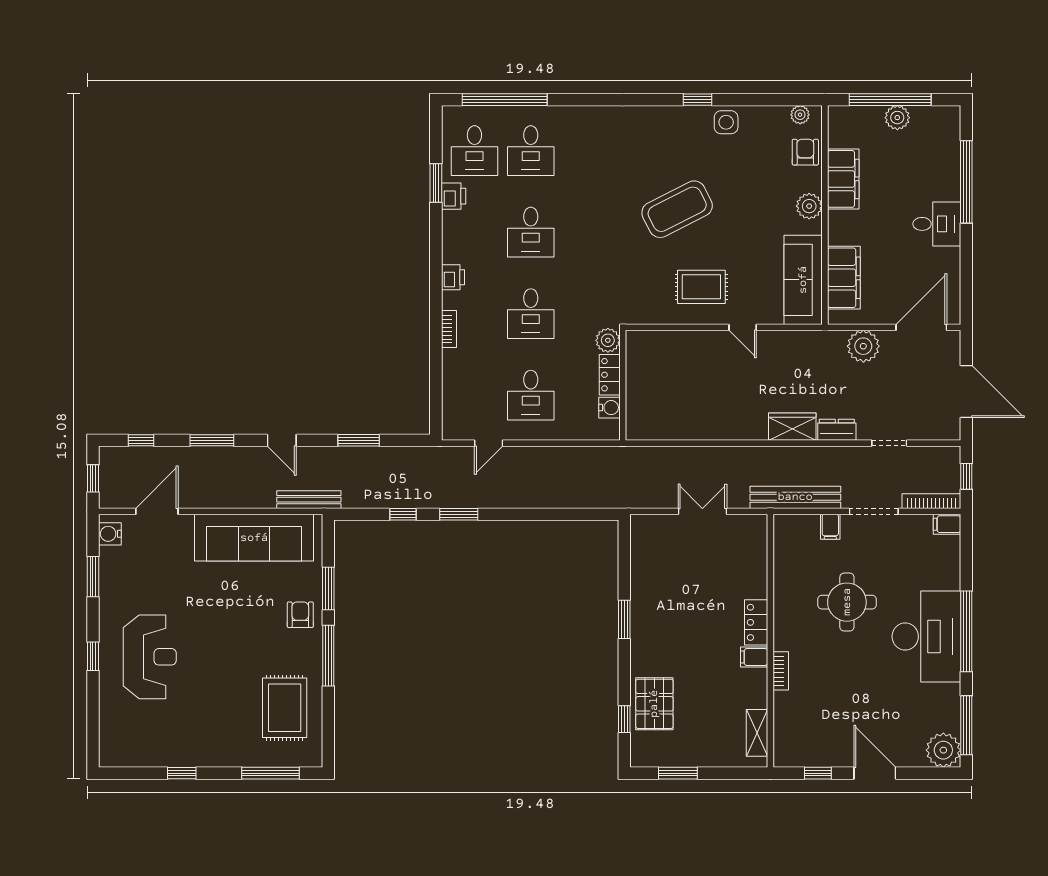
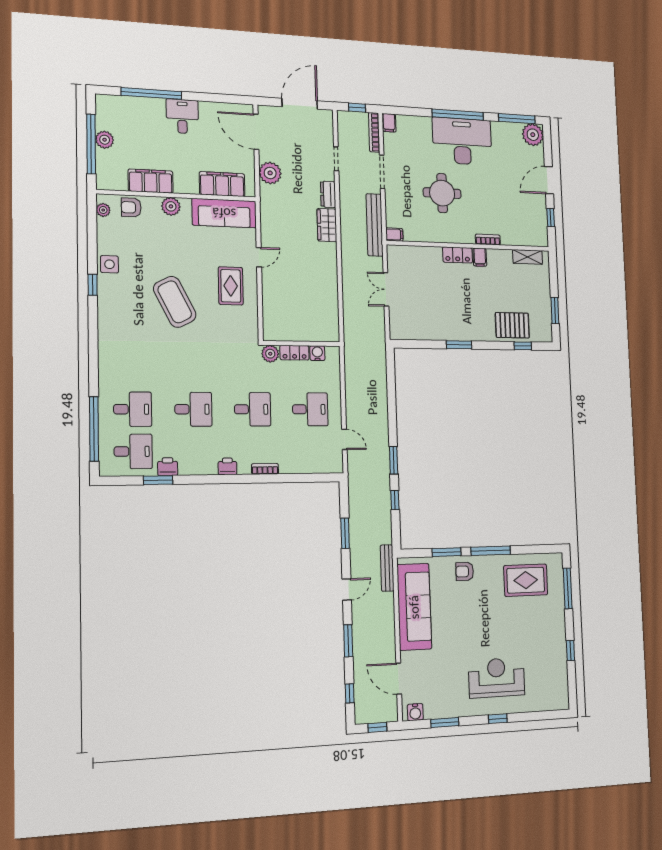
filing cabinet: (830, 527) -> (394, 235), moved

